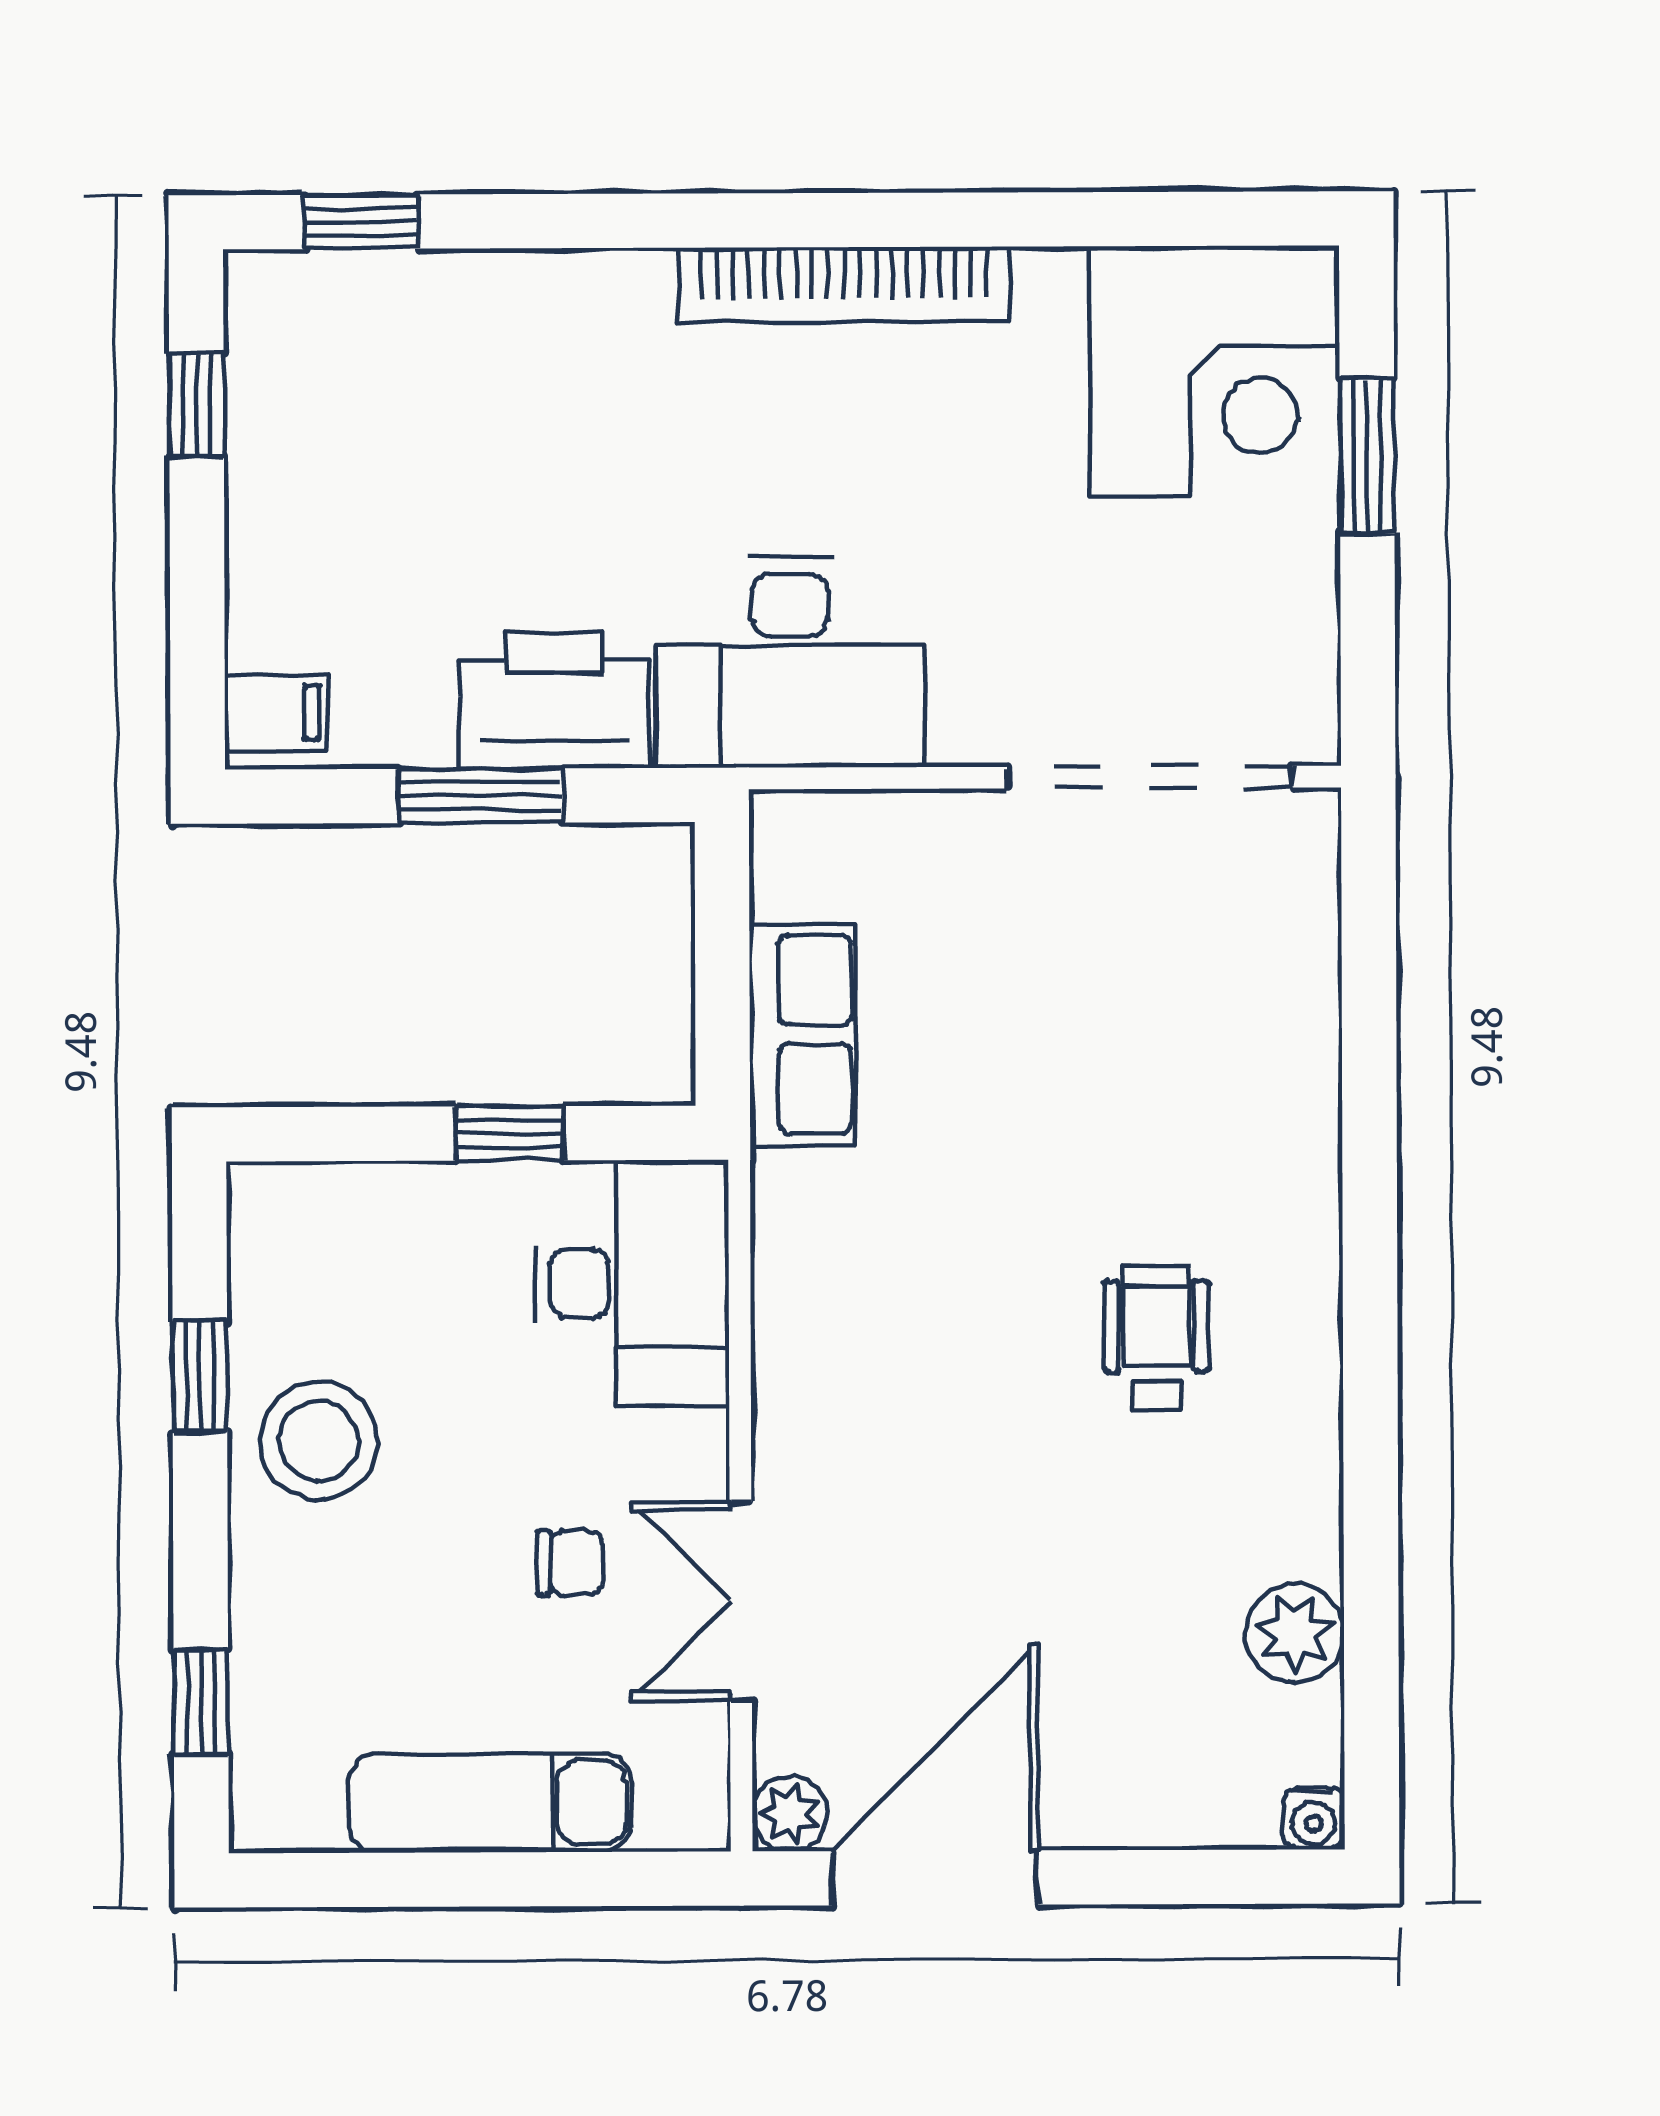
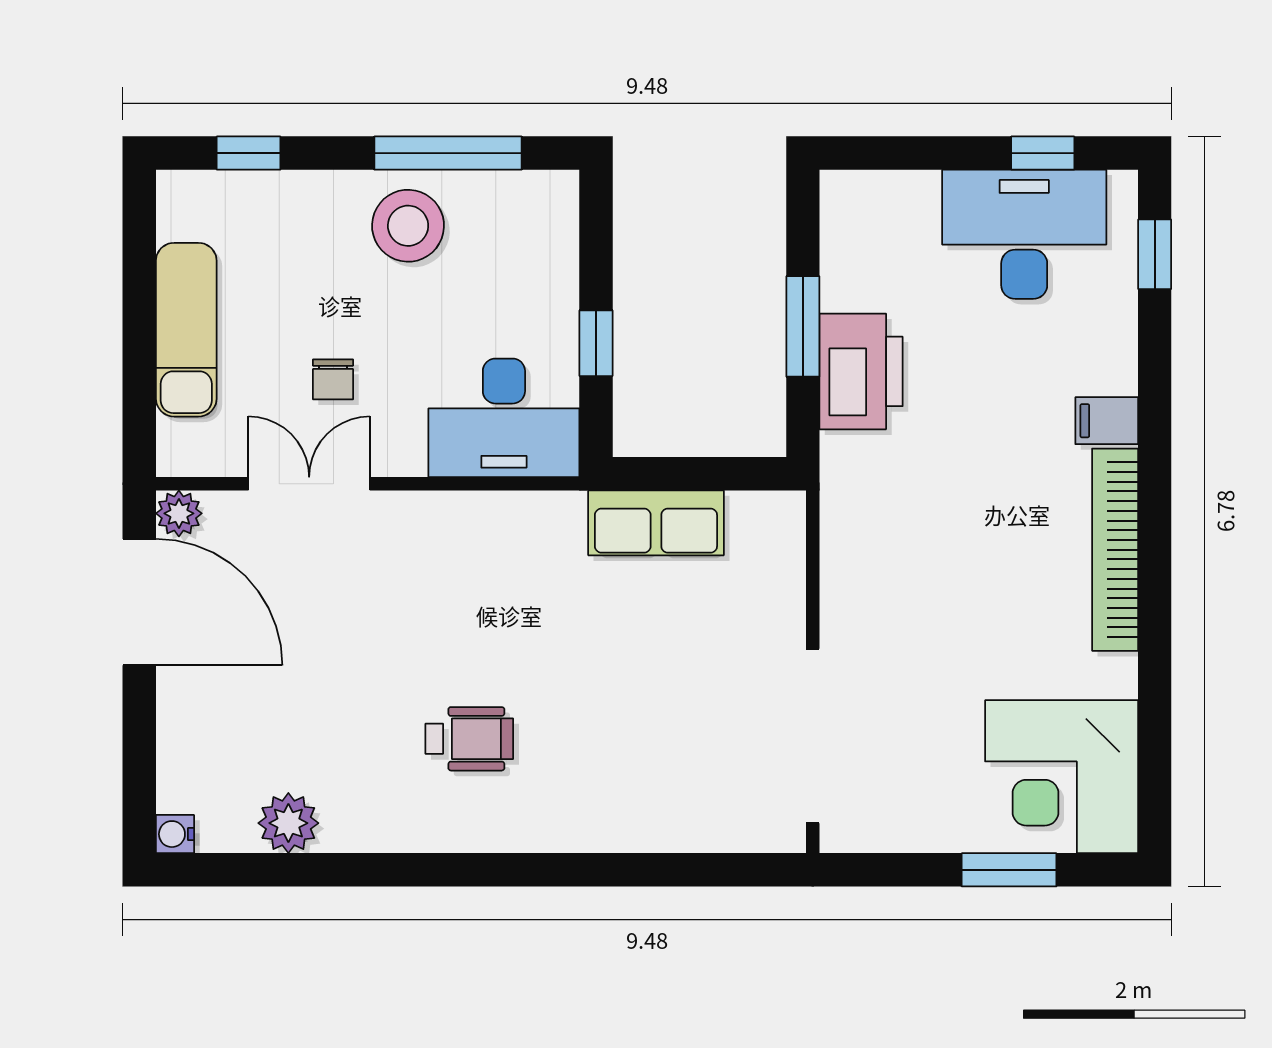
desk: (790, 662) -> (1024, 234), moved, turned 90
filing cabinet: (276, 713) -> (1107, 421), moved, turned 90
window: (200, 1376) -> (448, 153), width x2.17

